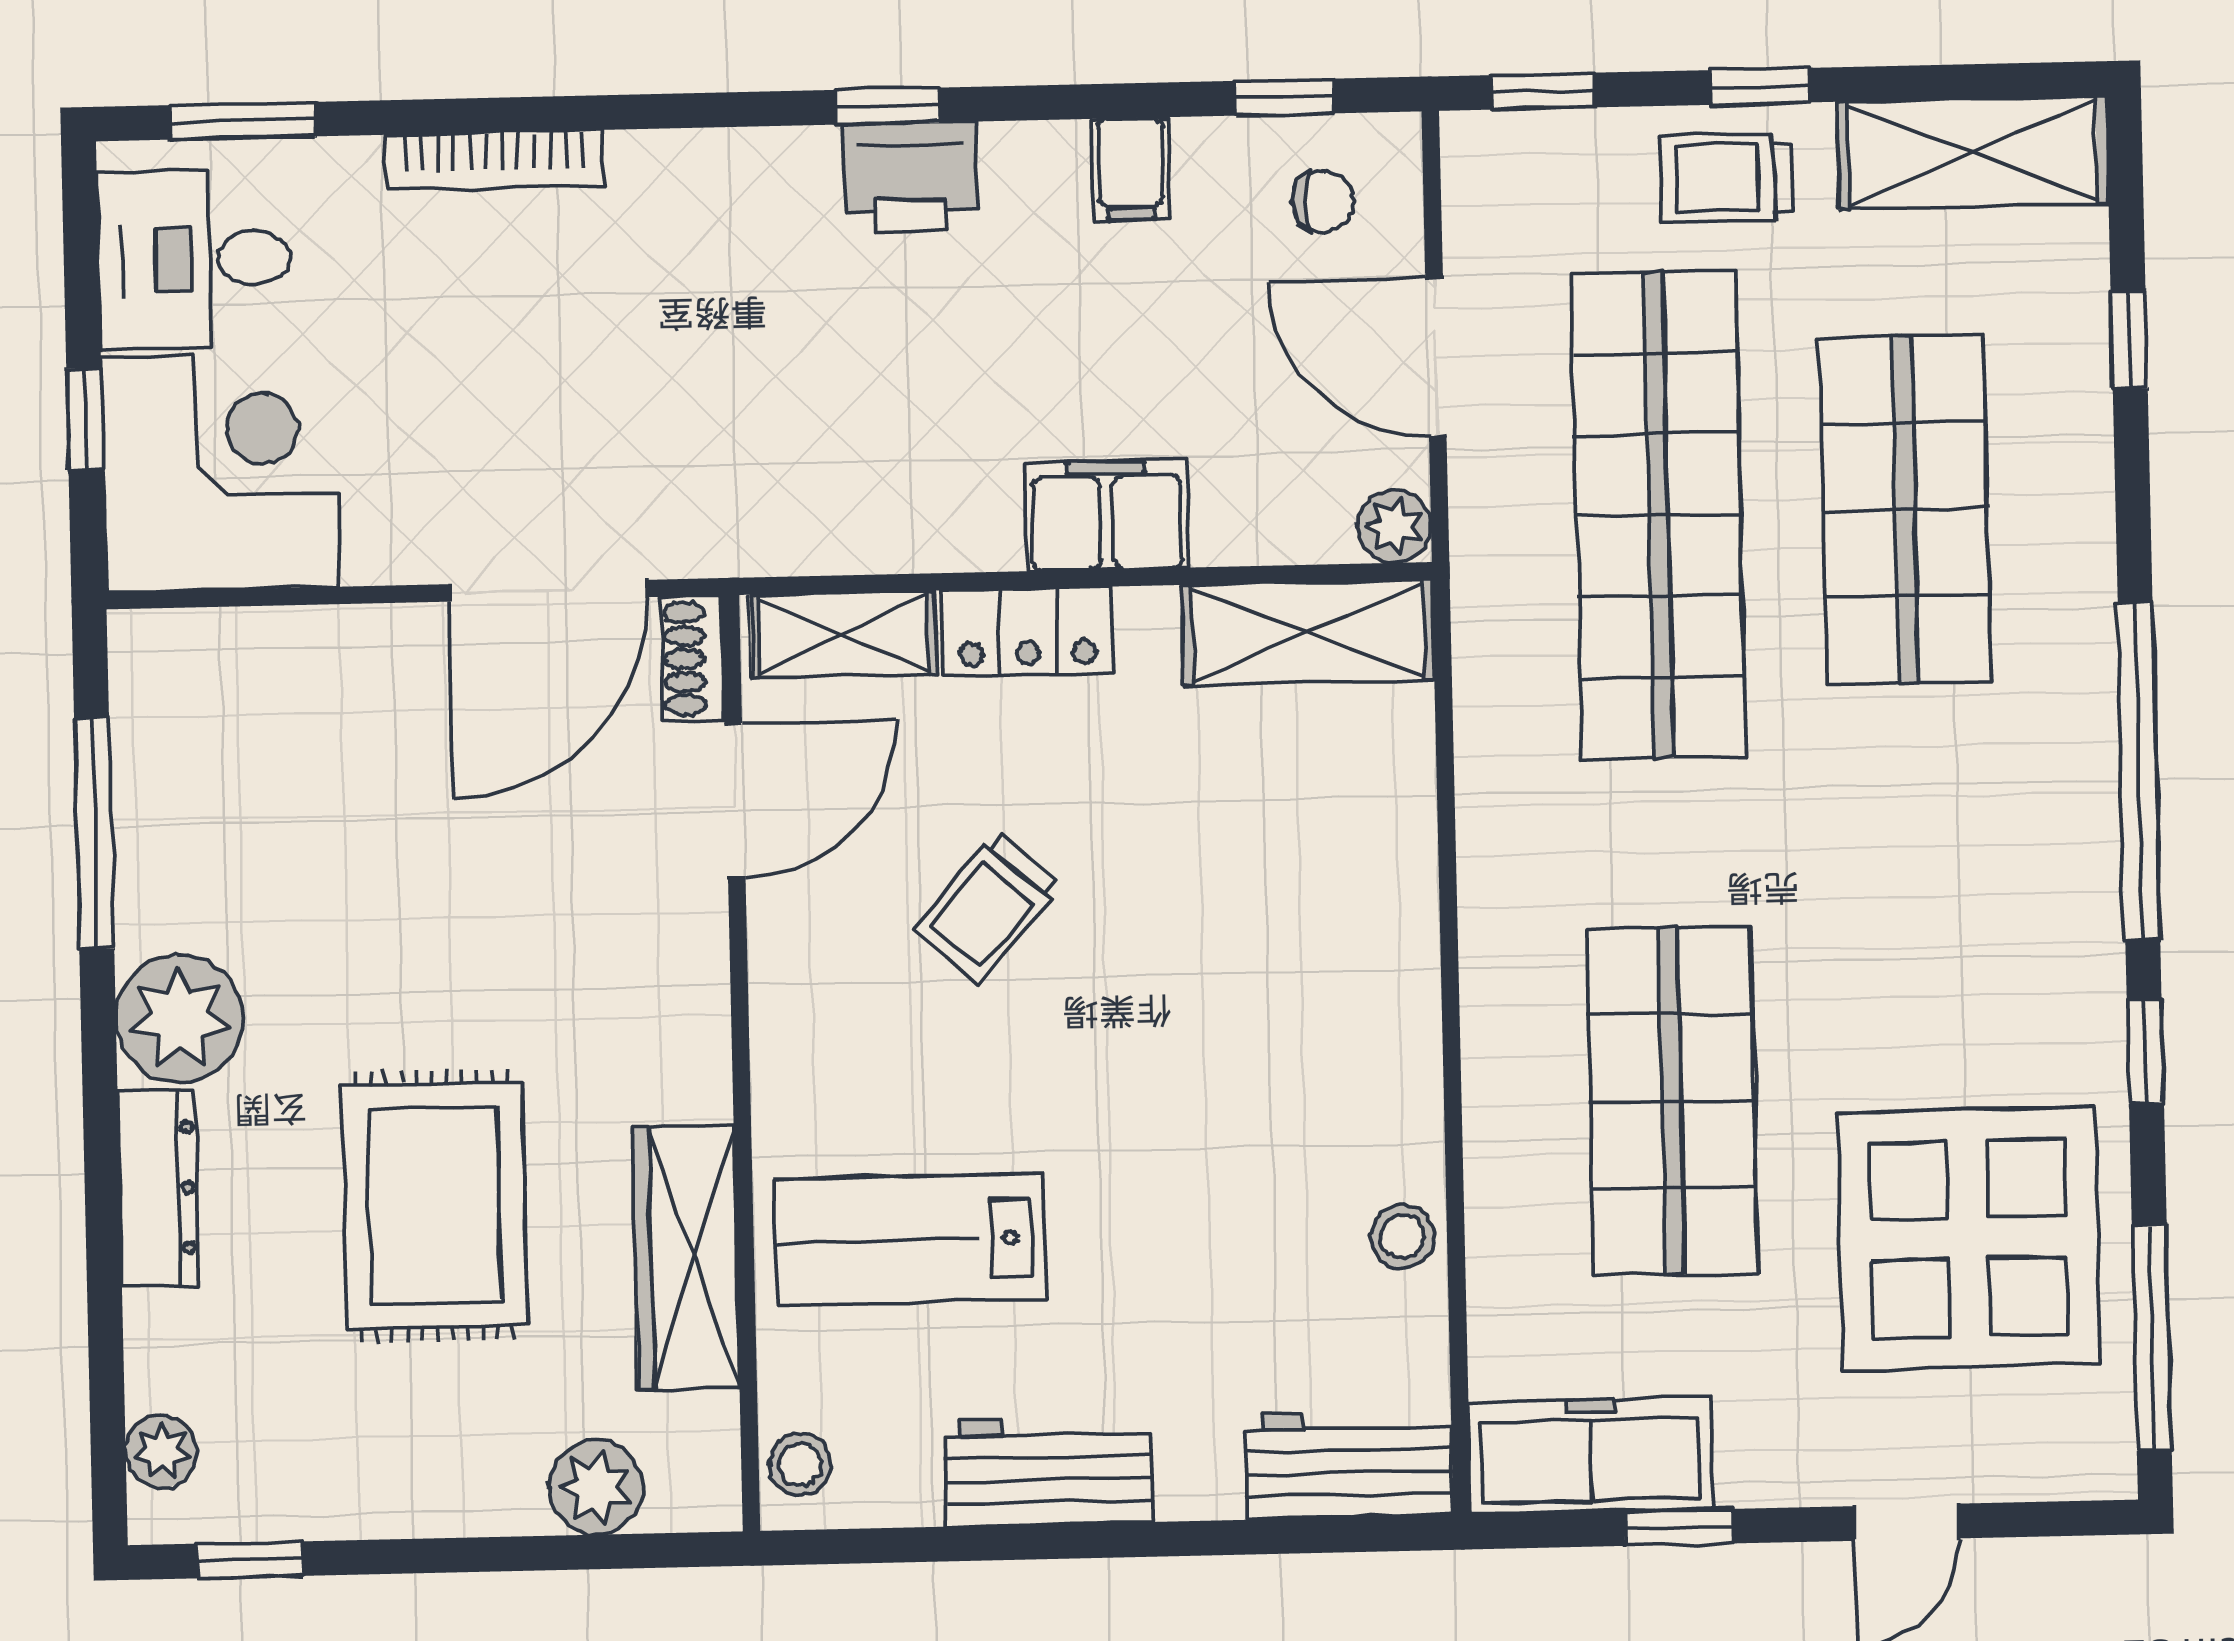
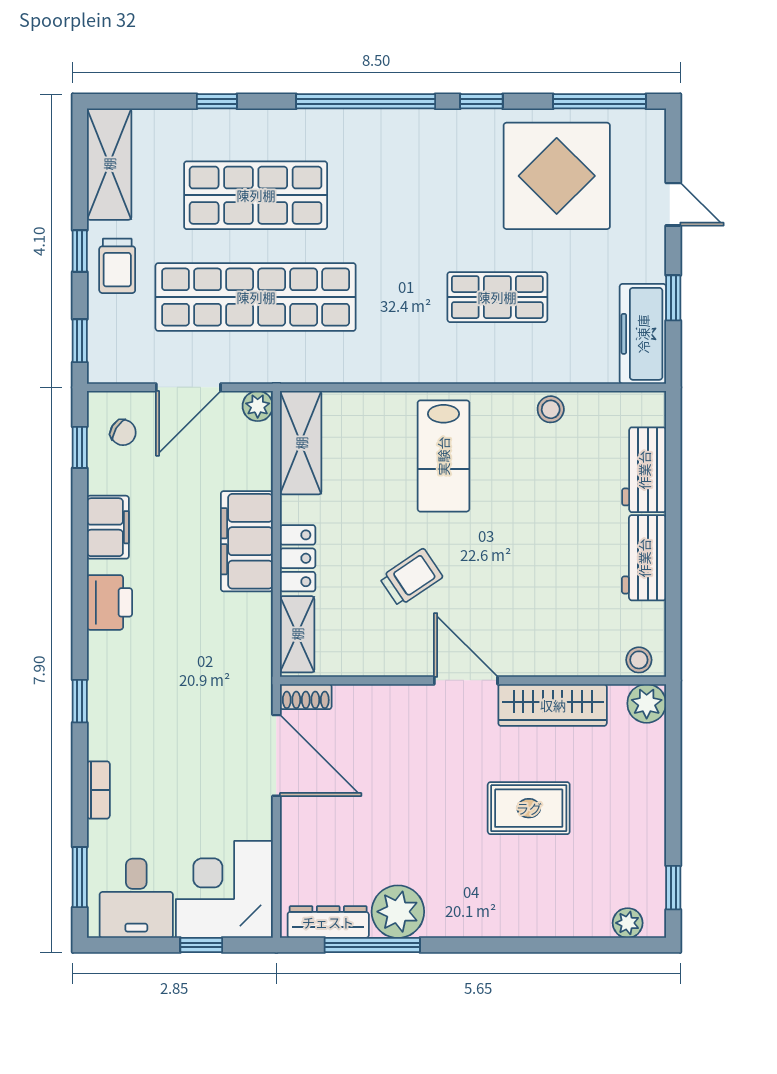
window: (887, 106) -> (80, 701), moved
bookcase: (494, 160) -> (98, 790), width x0.64
filing cabinet: (1131, 169) -> (108, 527), width x2.00
chair: (1323, 201) -> (123, 432), turned 122
window: (2129, 340) -> (217, 101), moved
filing cabinet: (1107, 515) -> (247, 541), width x1.50, depth x1.17
door: (735, 800) -> (466, 680), moved
trolley: (987, 908) -> (411, 577), turned -75
plant: (179, 1018) -> (398, 912), moved
shop shelf: (1672, 1101) -> (497, 297), width x0.70, depth x0.74
dresser: (158, 1188) -> (328, 922), moved
rug: (434, 1205) -> (529, 808), width x0.73, depth x0.70
lab bench: (910, 1240) -> (443, 456), moved
workbench: (1349, 1464) -> (644, 470), moved
plant: (596, 1488) -> (647, 703), moved

